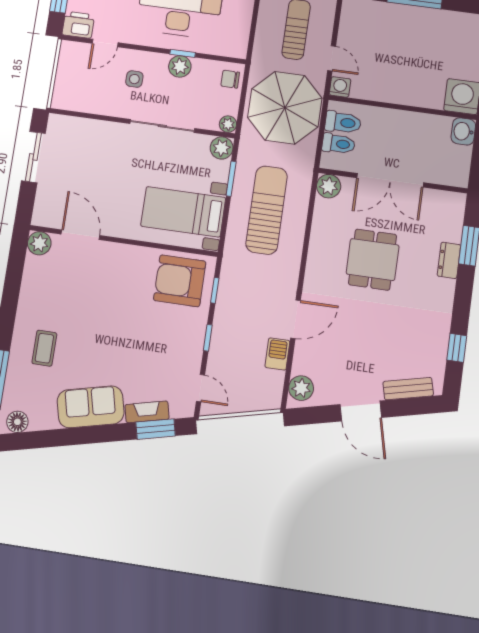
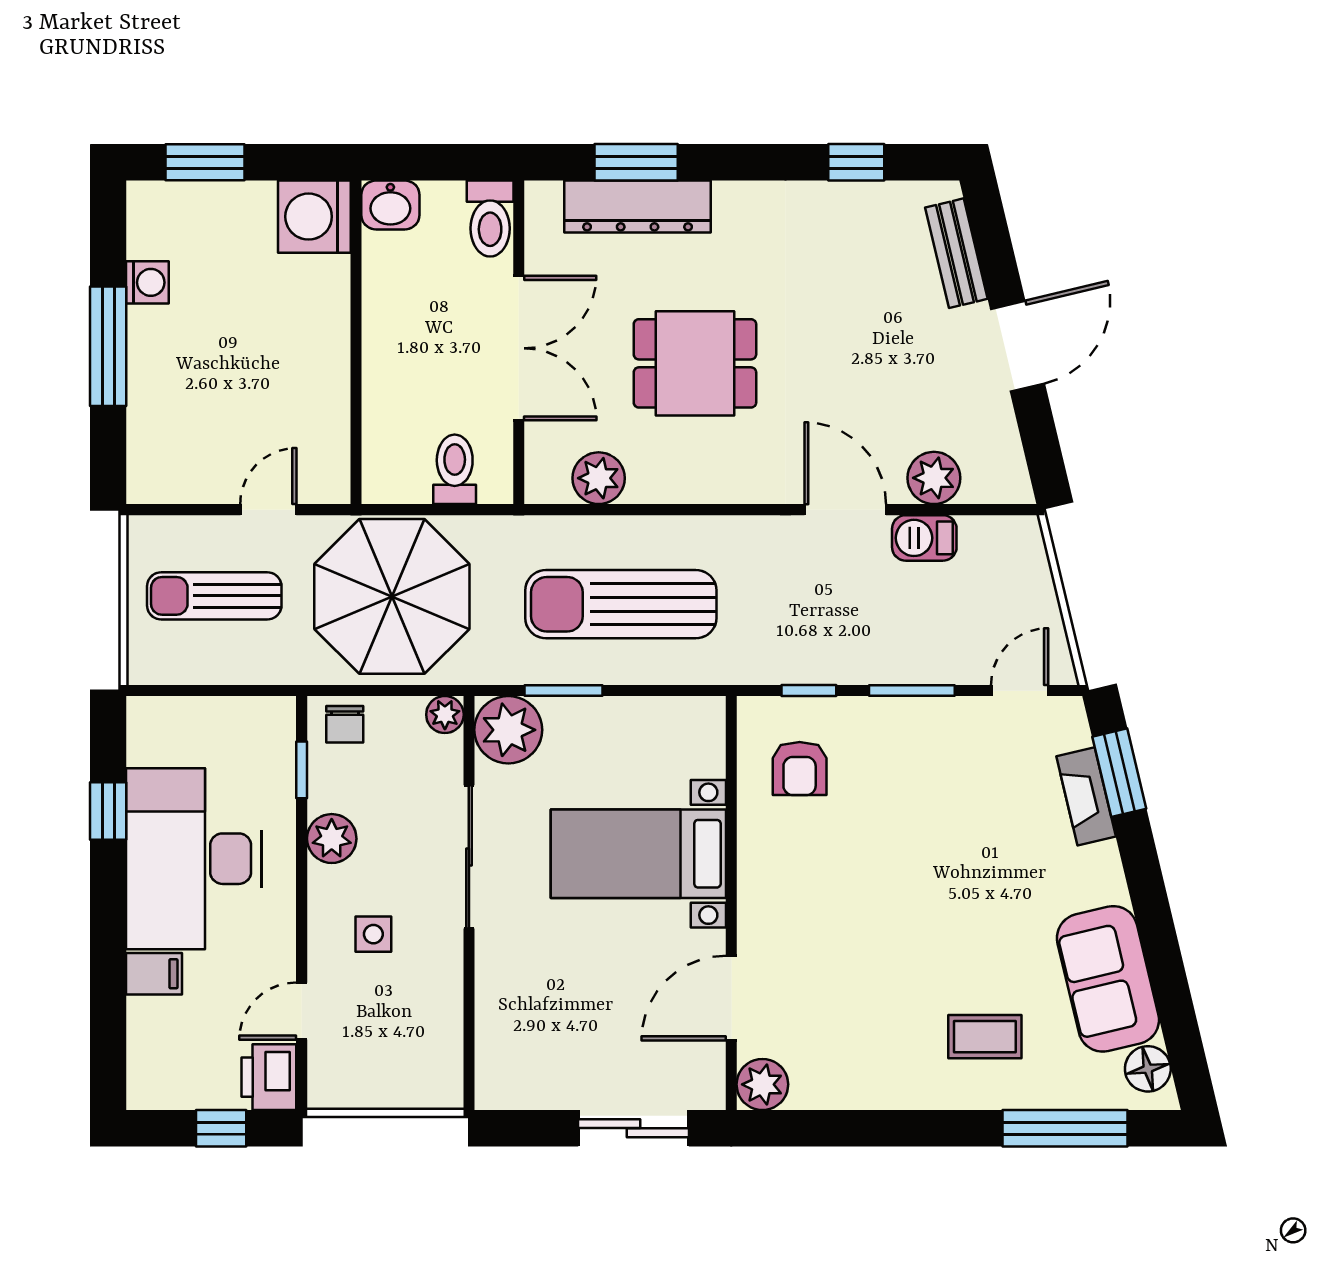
door: (105, 43) -> (302, 1011), swing flipped
window: (183, 53) -> (302, 770), moved
washing machine: (340, 87) -> (147, 282), moved, turned 180
toilet: (343, 122) -> (490, 219), moved, turned 180
plant: (222, 148) -> (508, 730), width x1.36, depth x1.36
sliding door: (33, 157) -> (633, 1128), moved
plant: (329, 186) -> (599, 478), moved
bed with nightstands: (183, 212) -> (638, 854), moved, turned 90
dresser: (449, 260) -> (638, 207), width x1.96, depth x1.24
armchair: (180, 281) -> (800, 769), width x0.53, depth x0.53
window: (208, 338) -> (912, 691), width x1.50
plant: (301, 388) -> (934, 478), moved
sofa: (91, 407) -> (1108, 979), moved

